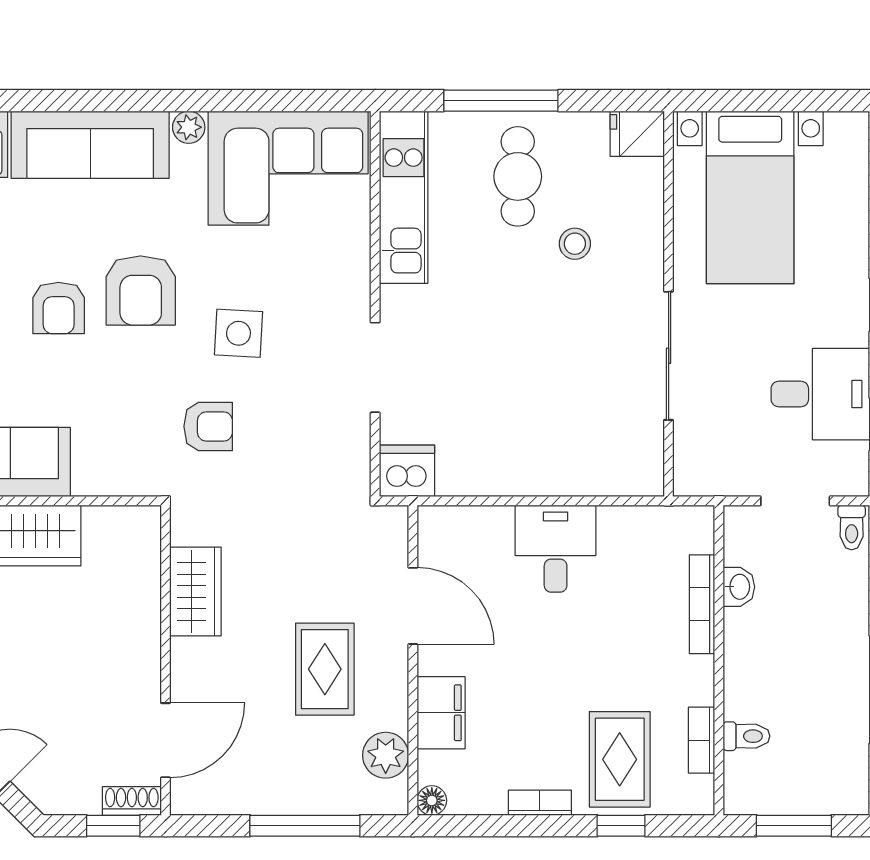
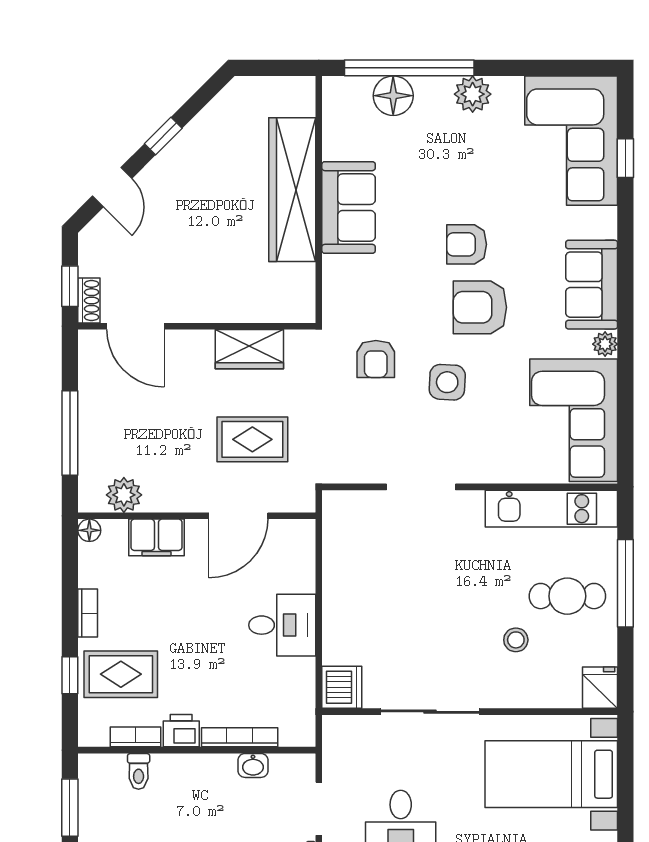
sofa: (90, 145) -> (592, 285), width x0.73
dishwasher: (407, 471) -> (342, 687), moved
rug: (325, 669) -> (252, 439), moved
printer: (693, 680) -> (181, 731), added

